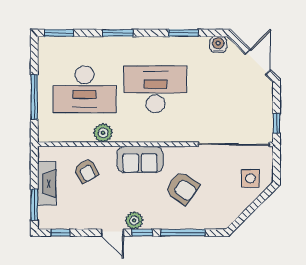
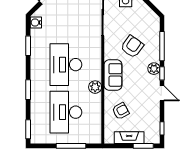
desk: (84, 89) -> (66, 112), turned 180
plant: (103, 133) -> (95, 87), moved
plant: (134, 220) -> (154, 69), moved
door: (112, 233) -> (162, 93), hinge flipped

